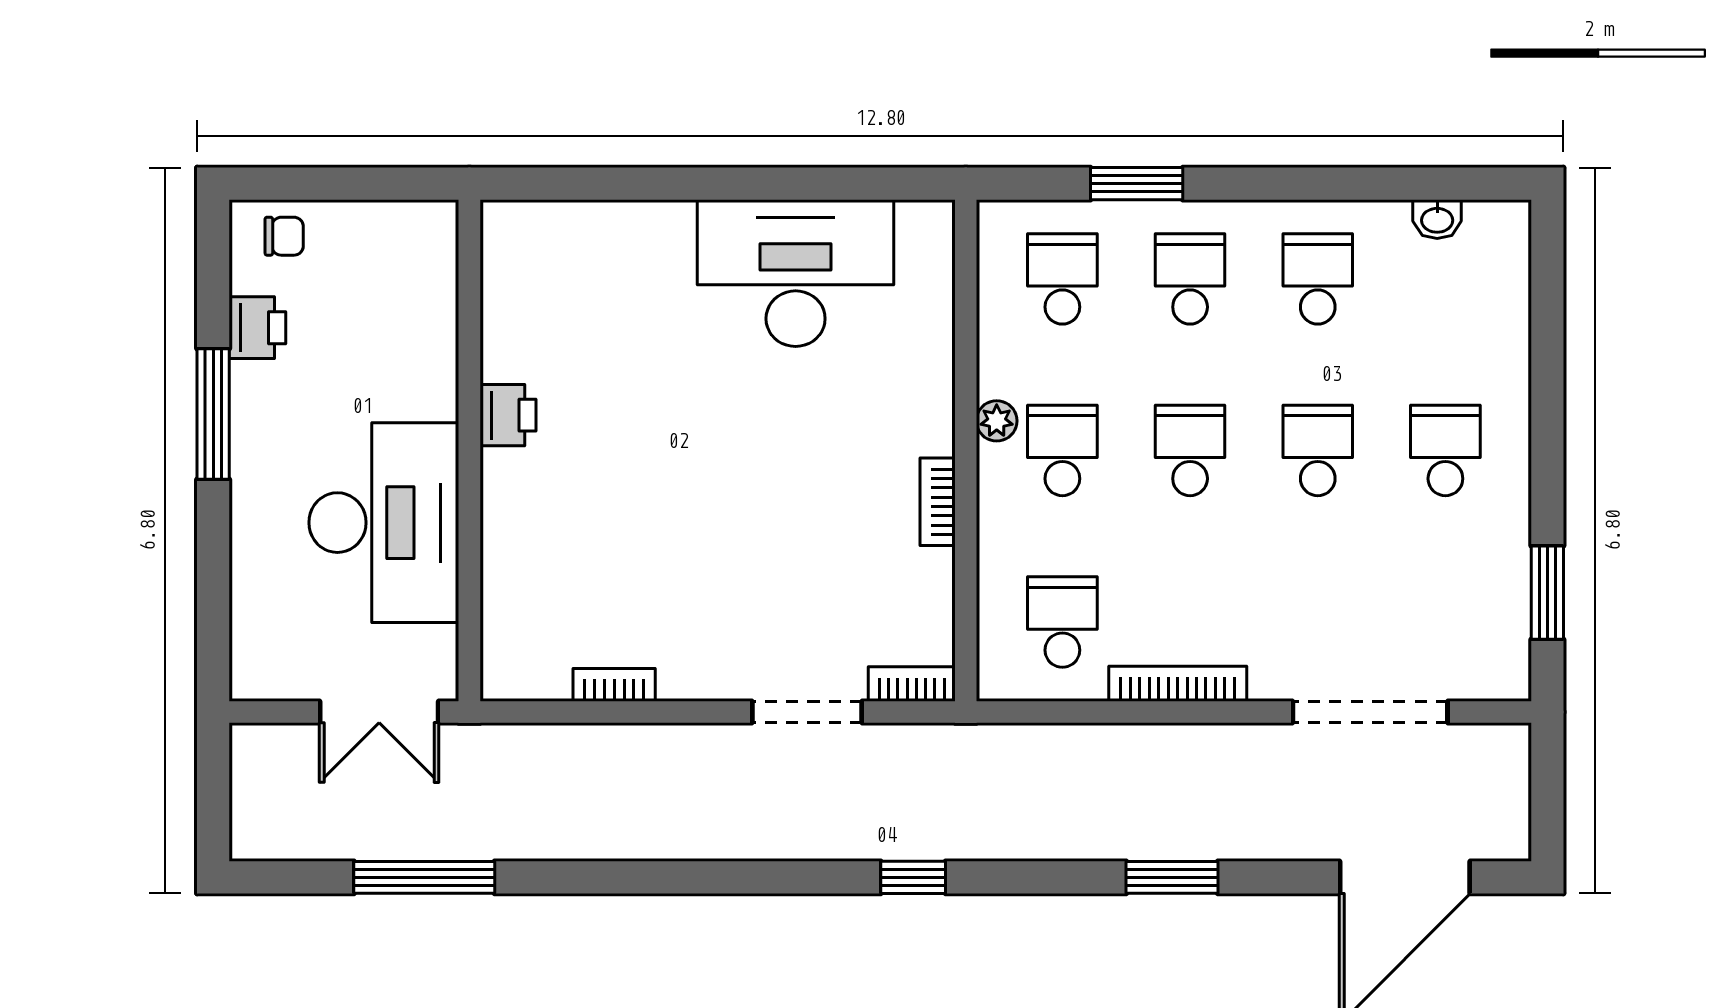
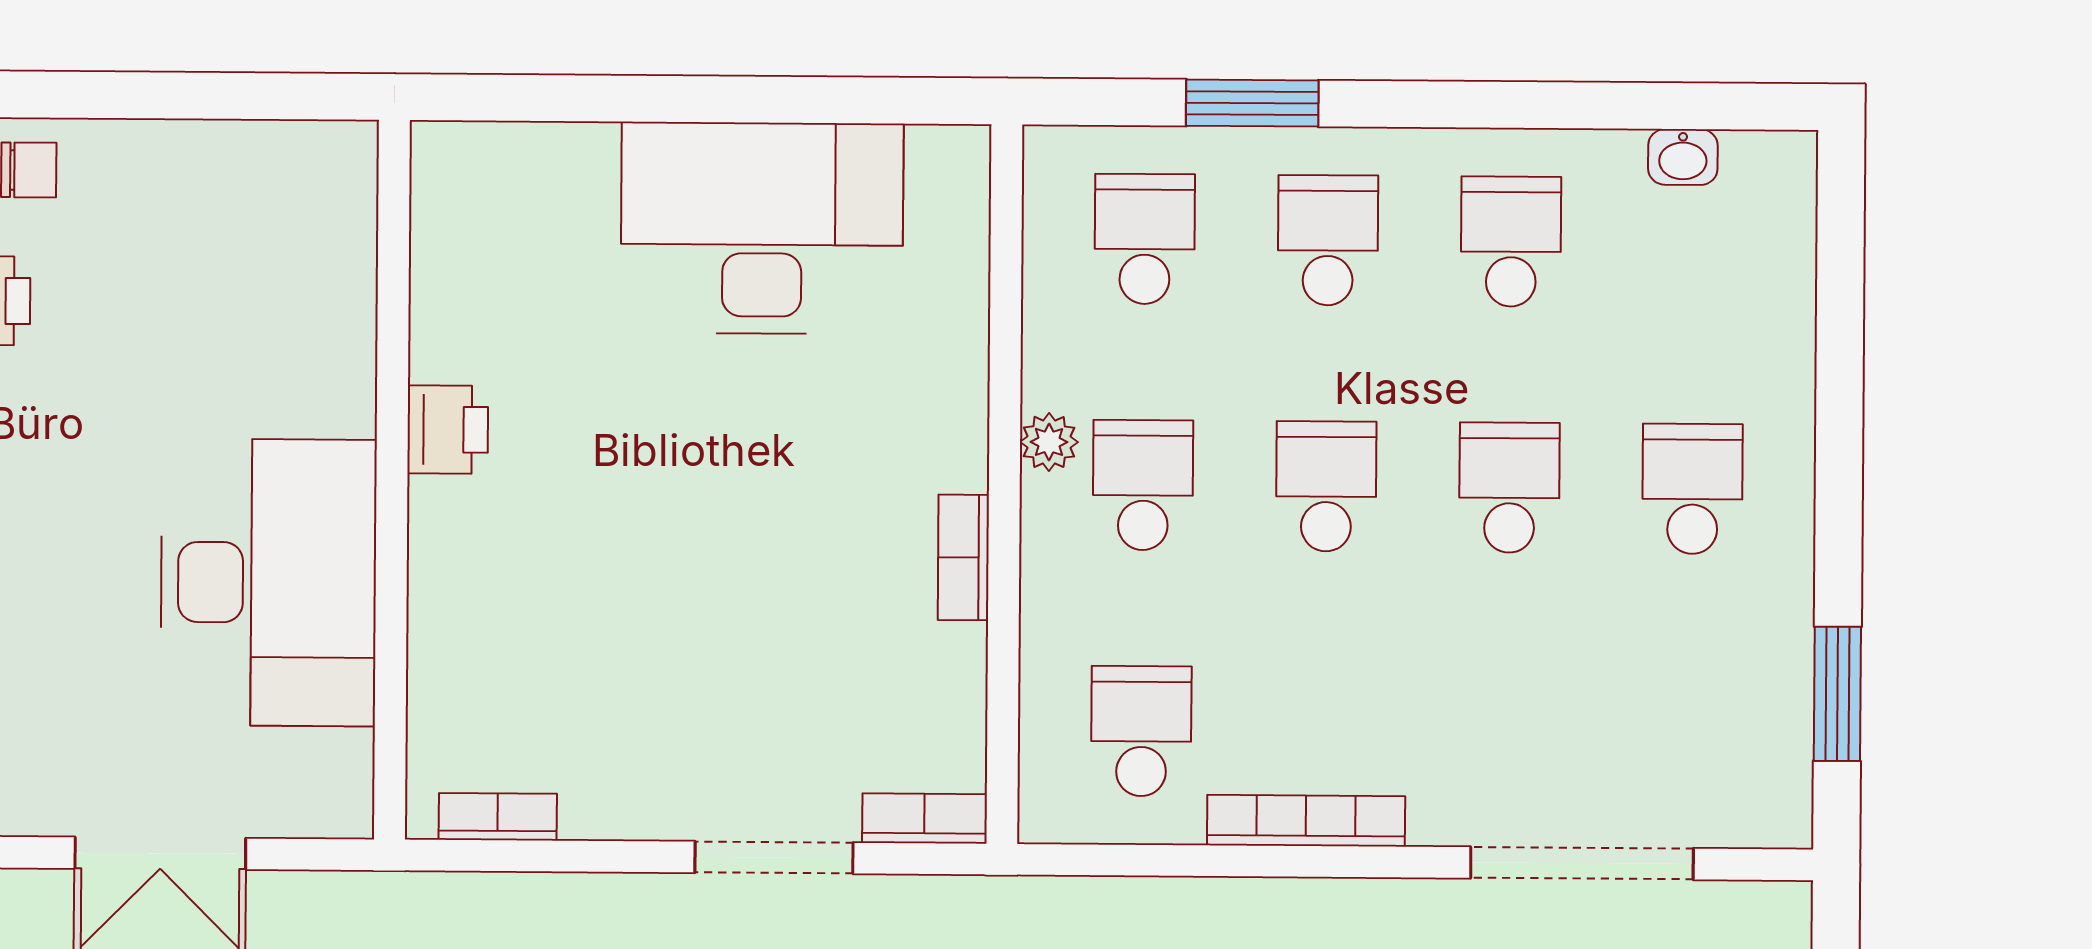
printer: (508, 415) -> (448, 430), moved
wall: (469, 450) -> (392, 480), moved
desk: (384, 523) -> (269, 582), moved

